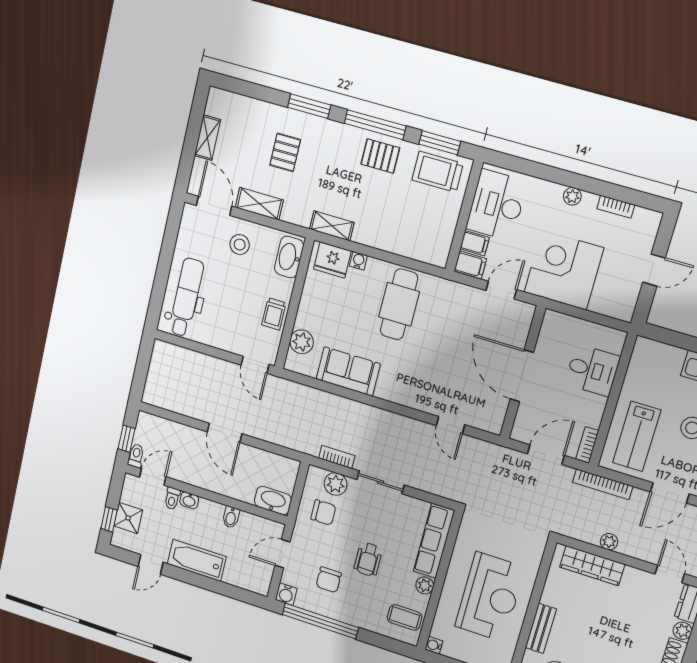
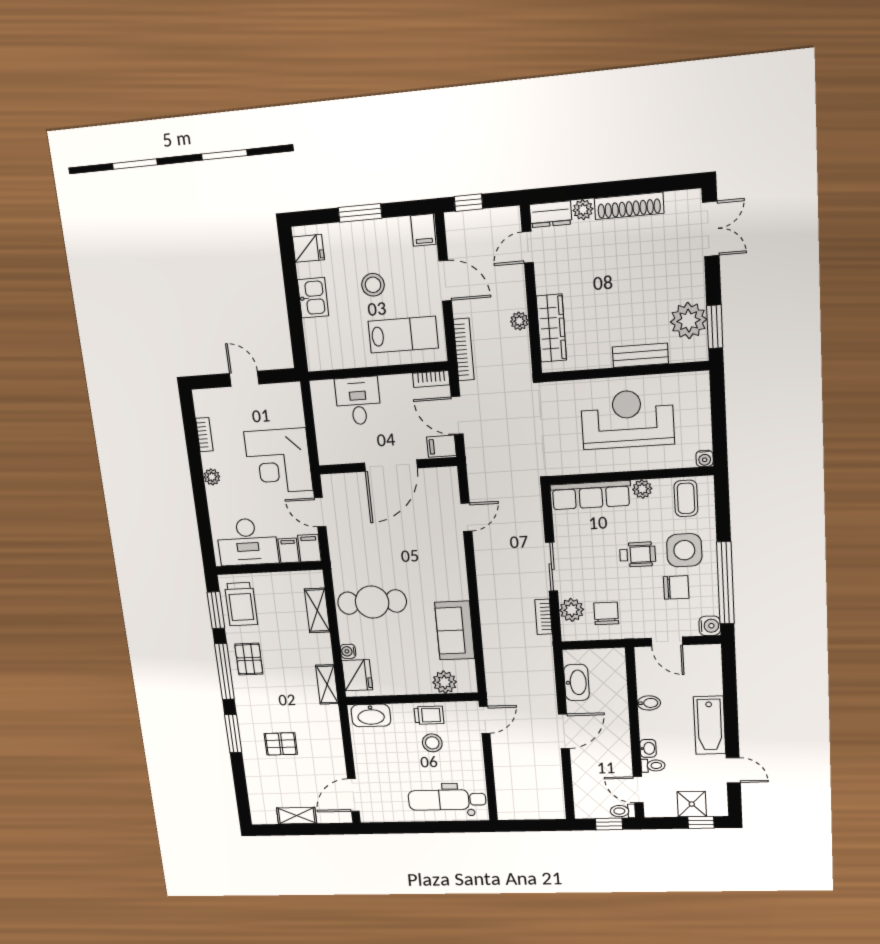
shelving: (259, 204) -> (317, 610), moved
stool: (240, 245) -> (432, 743), moved
filing cabinet: (523, 429) -> (441, 446), added
washbasin: (273, 500) -> (577, 682), moved, turned 180
side table: (360, 599) -> (684, 550), added

